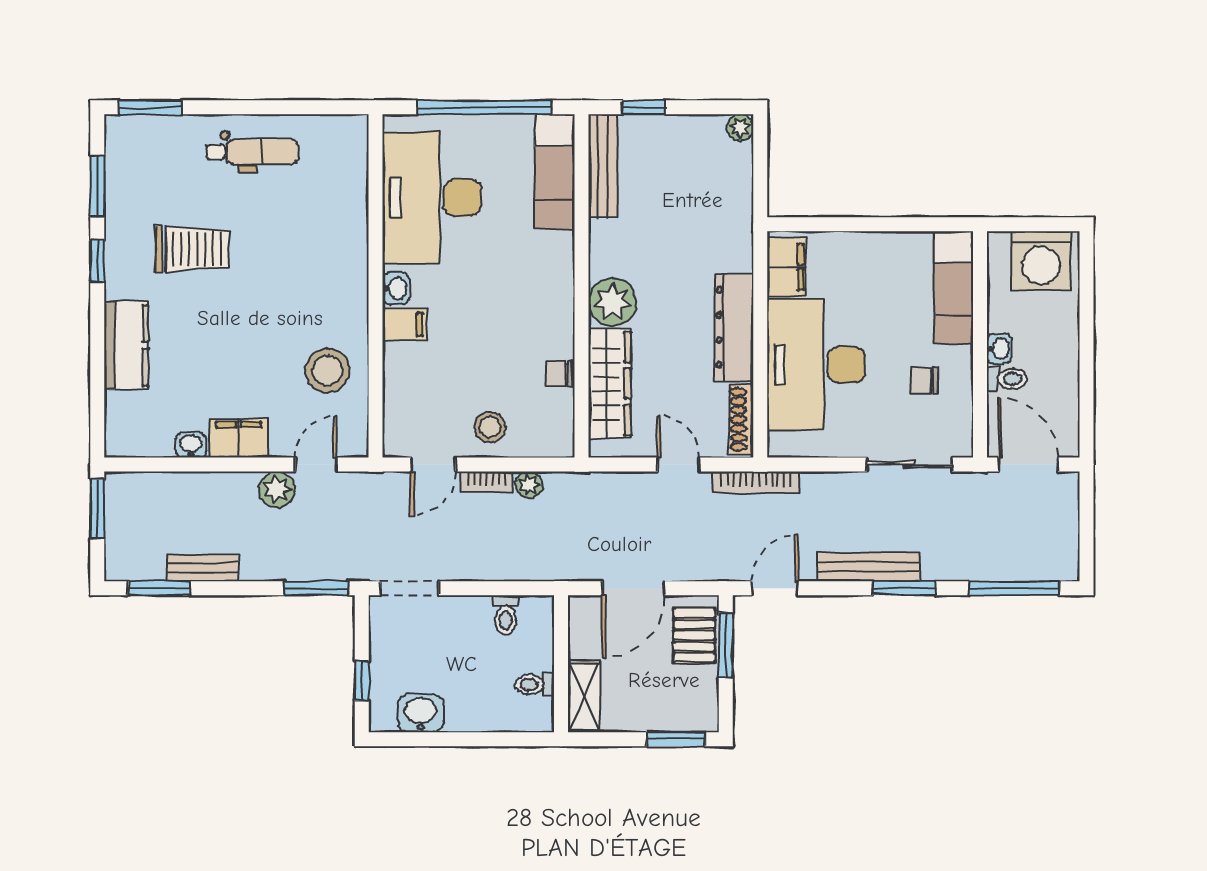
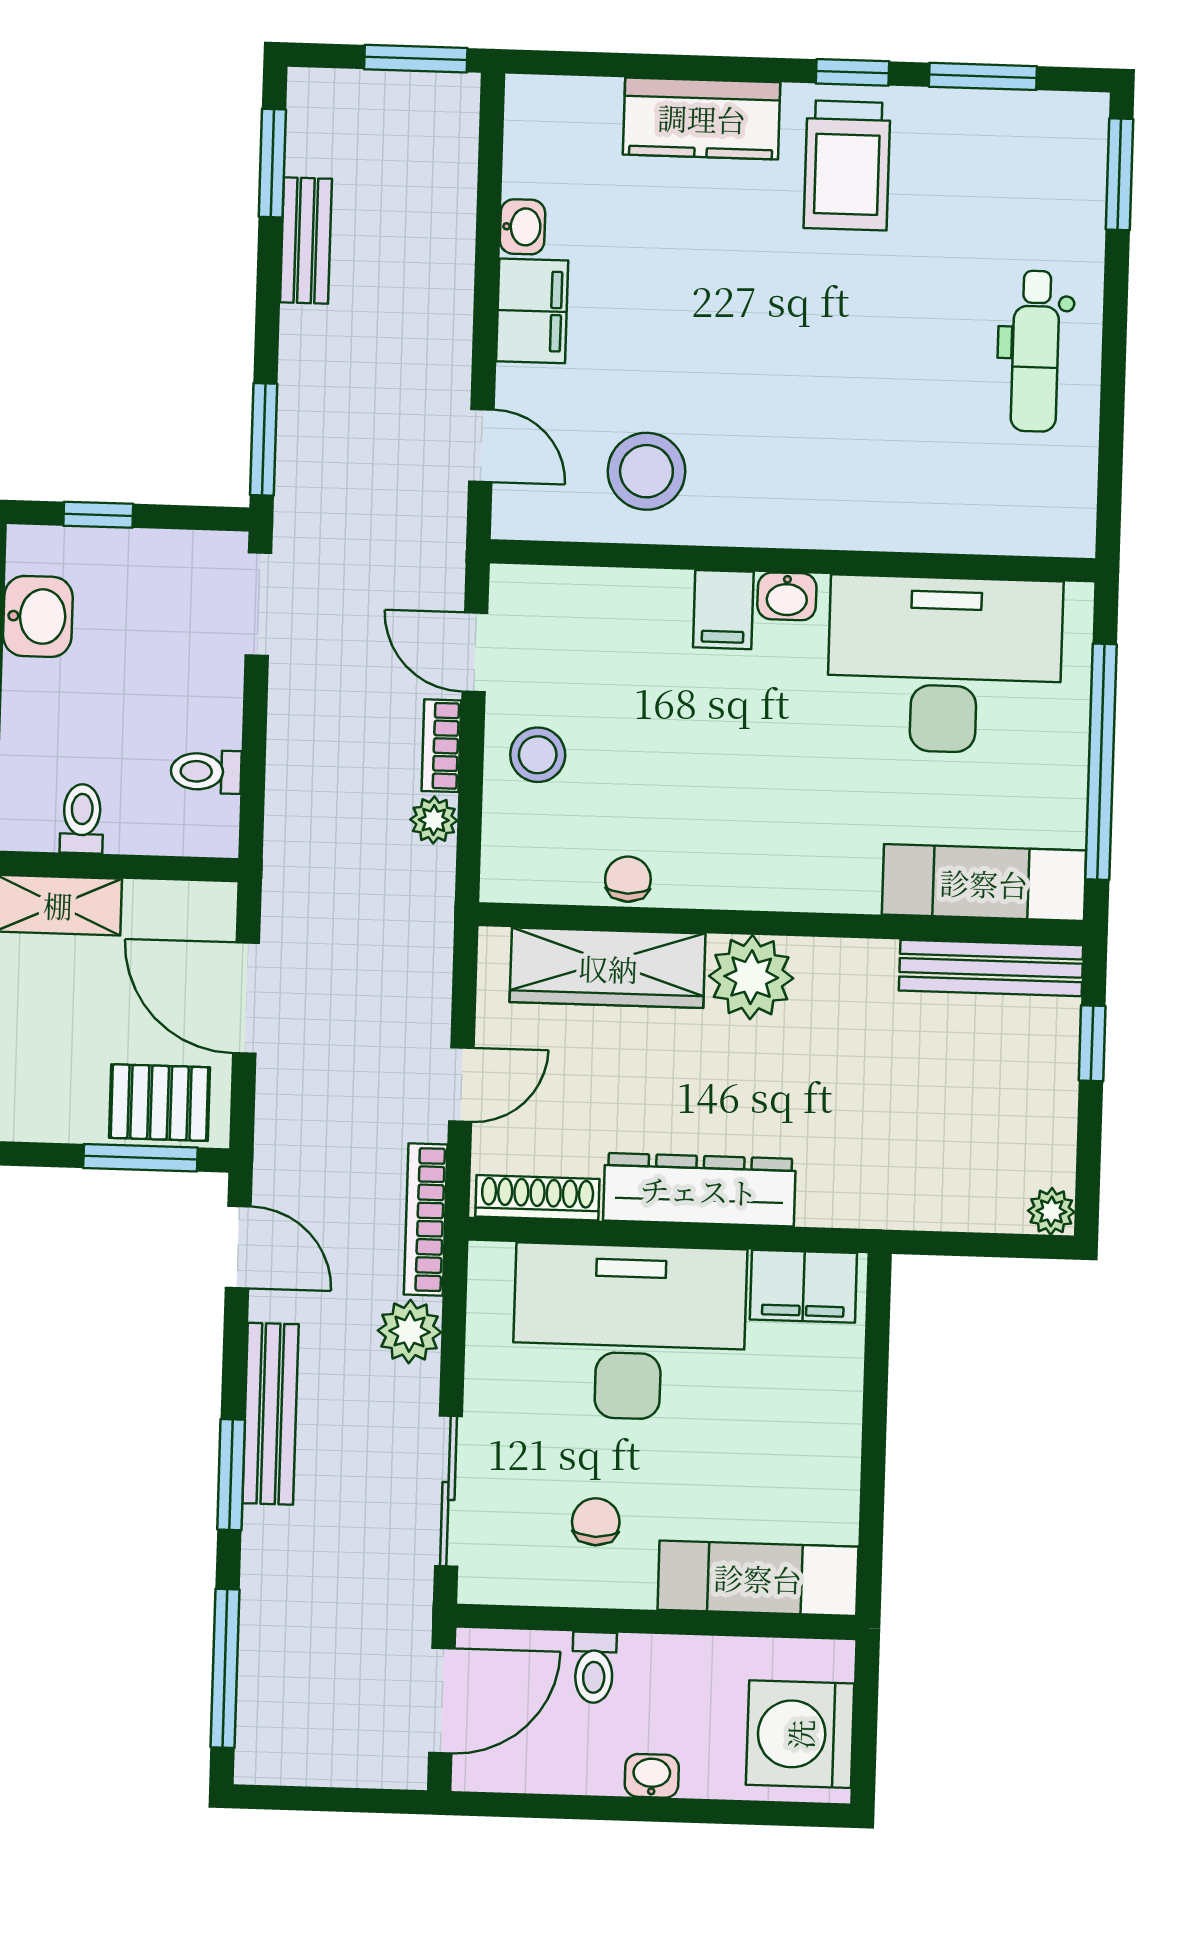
trolley: (192, 249) -> (847, 165), moved
washbasin: (999, 349) -> (652, 1776), moved, turned 180
plant: (277, 490) -> (410, 1331), moved

